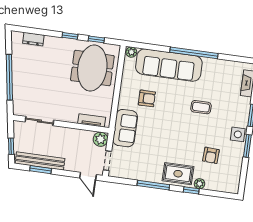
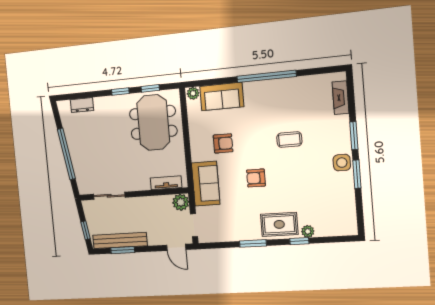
sofa: (169, 65) -> (222, 97), width x0.54, depth x0.79
armchair: (211, 155) -> (256, 178), moved, turned 87
window: (153, 185) -> (253, 243), width x0.69

